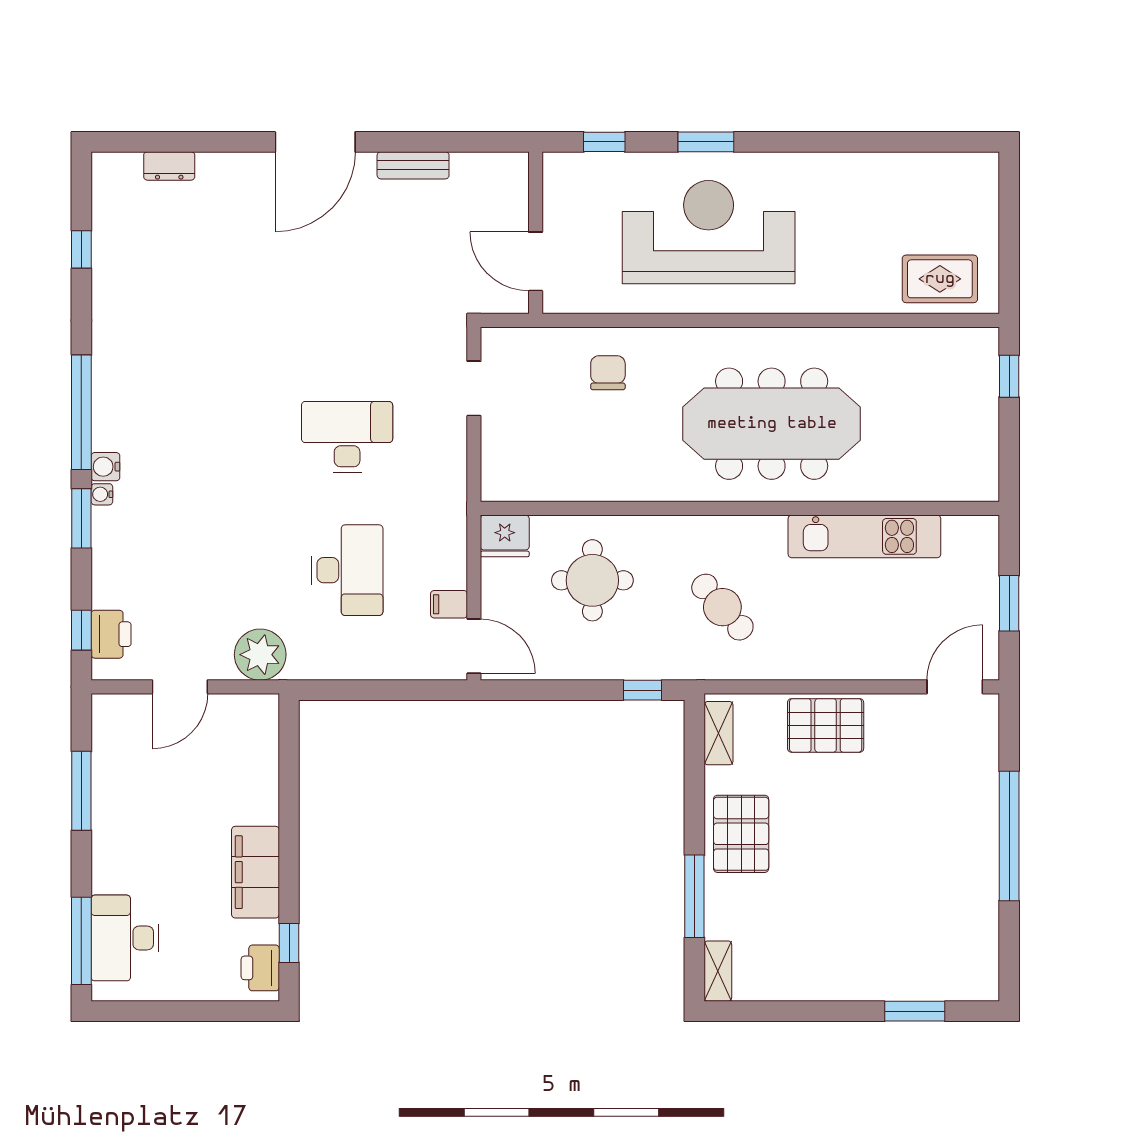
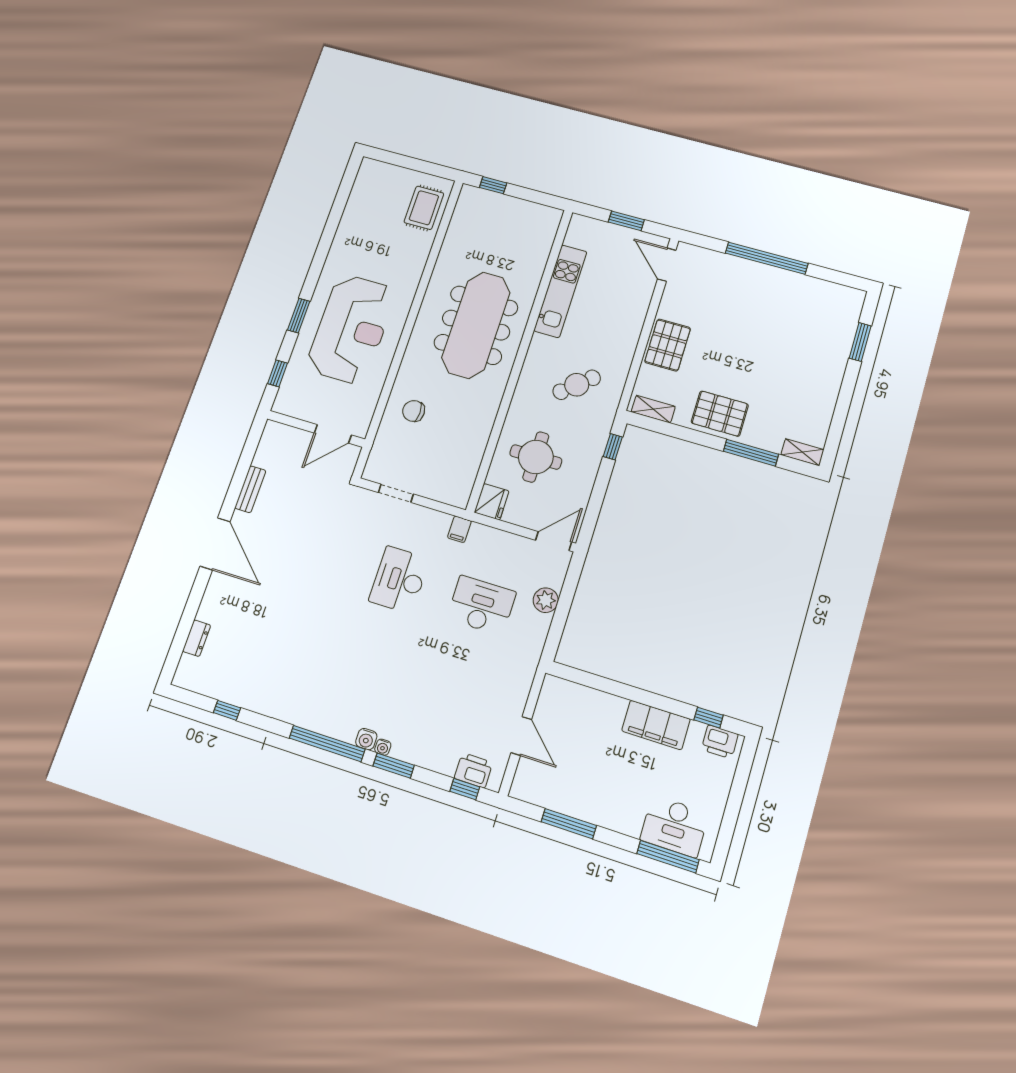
reception desk: (709, 232) -> (351, 329), turned 180
filing cabinet: (449, 604) -> (459, 529), moved
plant: (260, 655) -> (546, 600), moved, width x0.73, depth x0.73

